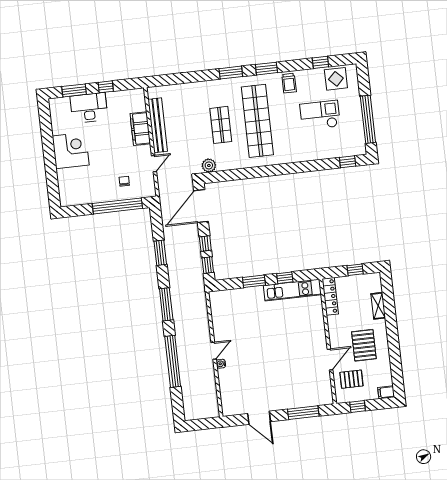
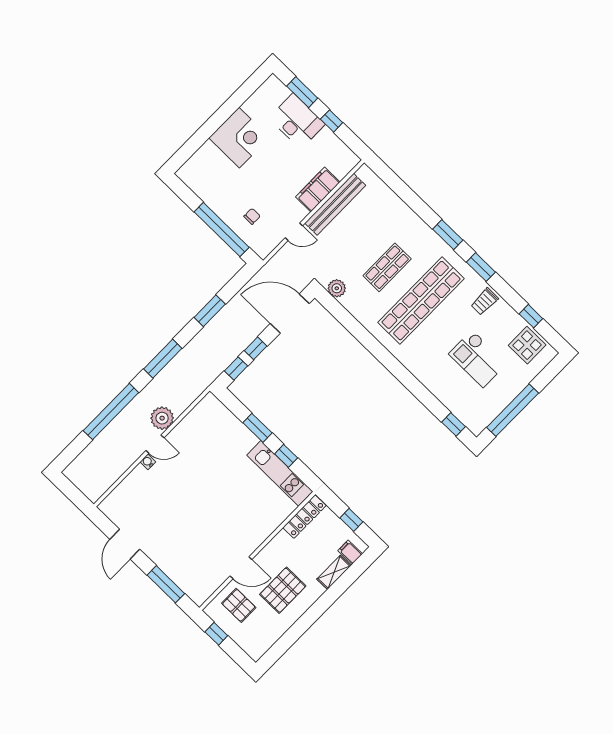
checkout: (320, 115) -> (478, 359), turned 180
plant: (202, 334) -> (162, 418), added
filing cabinet: (386, 392) -> (350, 552), moved

